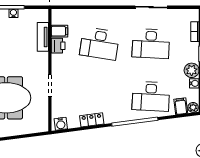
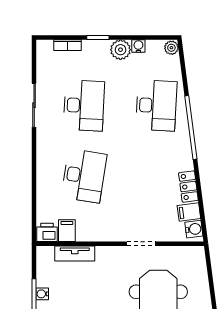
printer: (58, 46) -> (47, 232), moved
filing cabinet: (181, 106) -> (189, 212), moved

